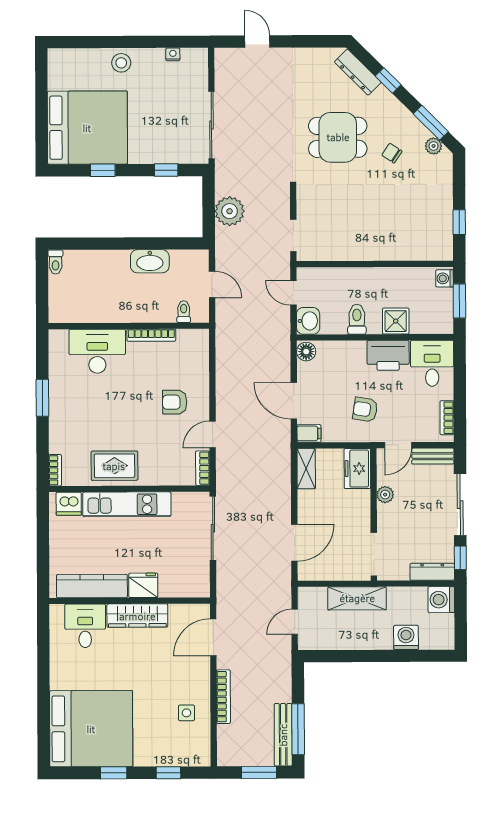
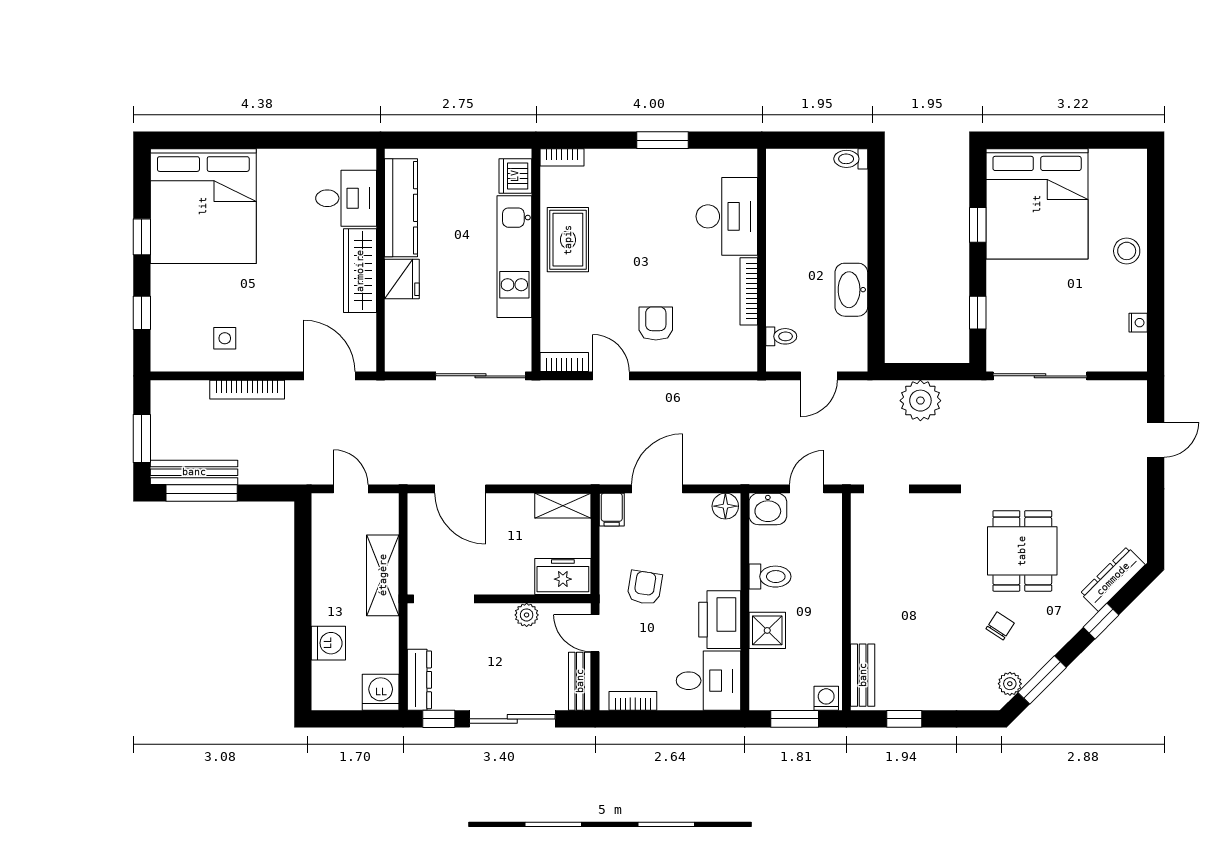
bench: (428, 252) -> (863, 675), added

